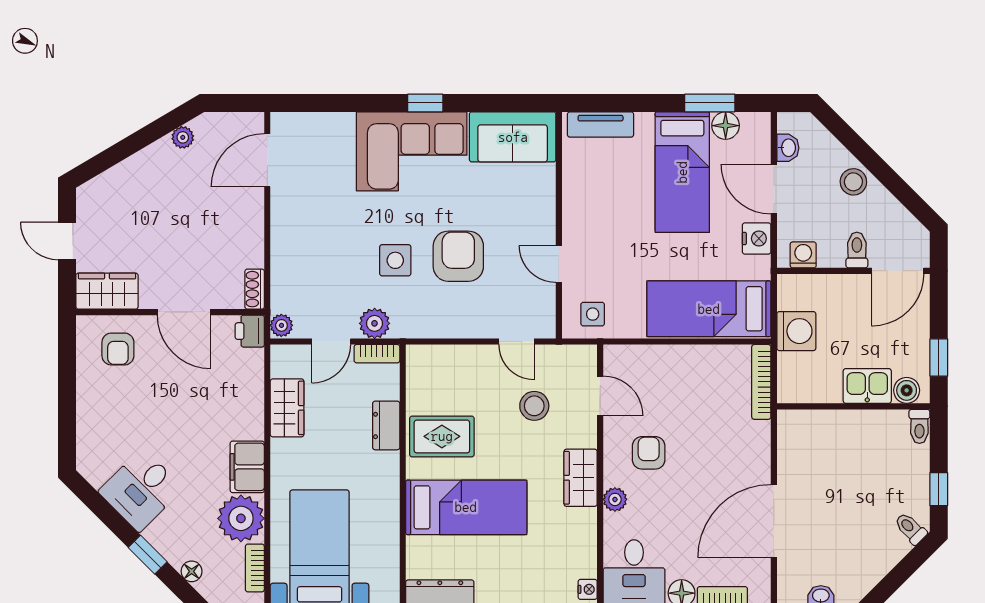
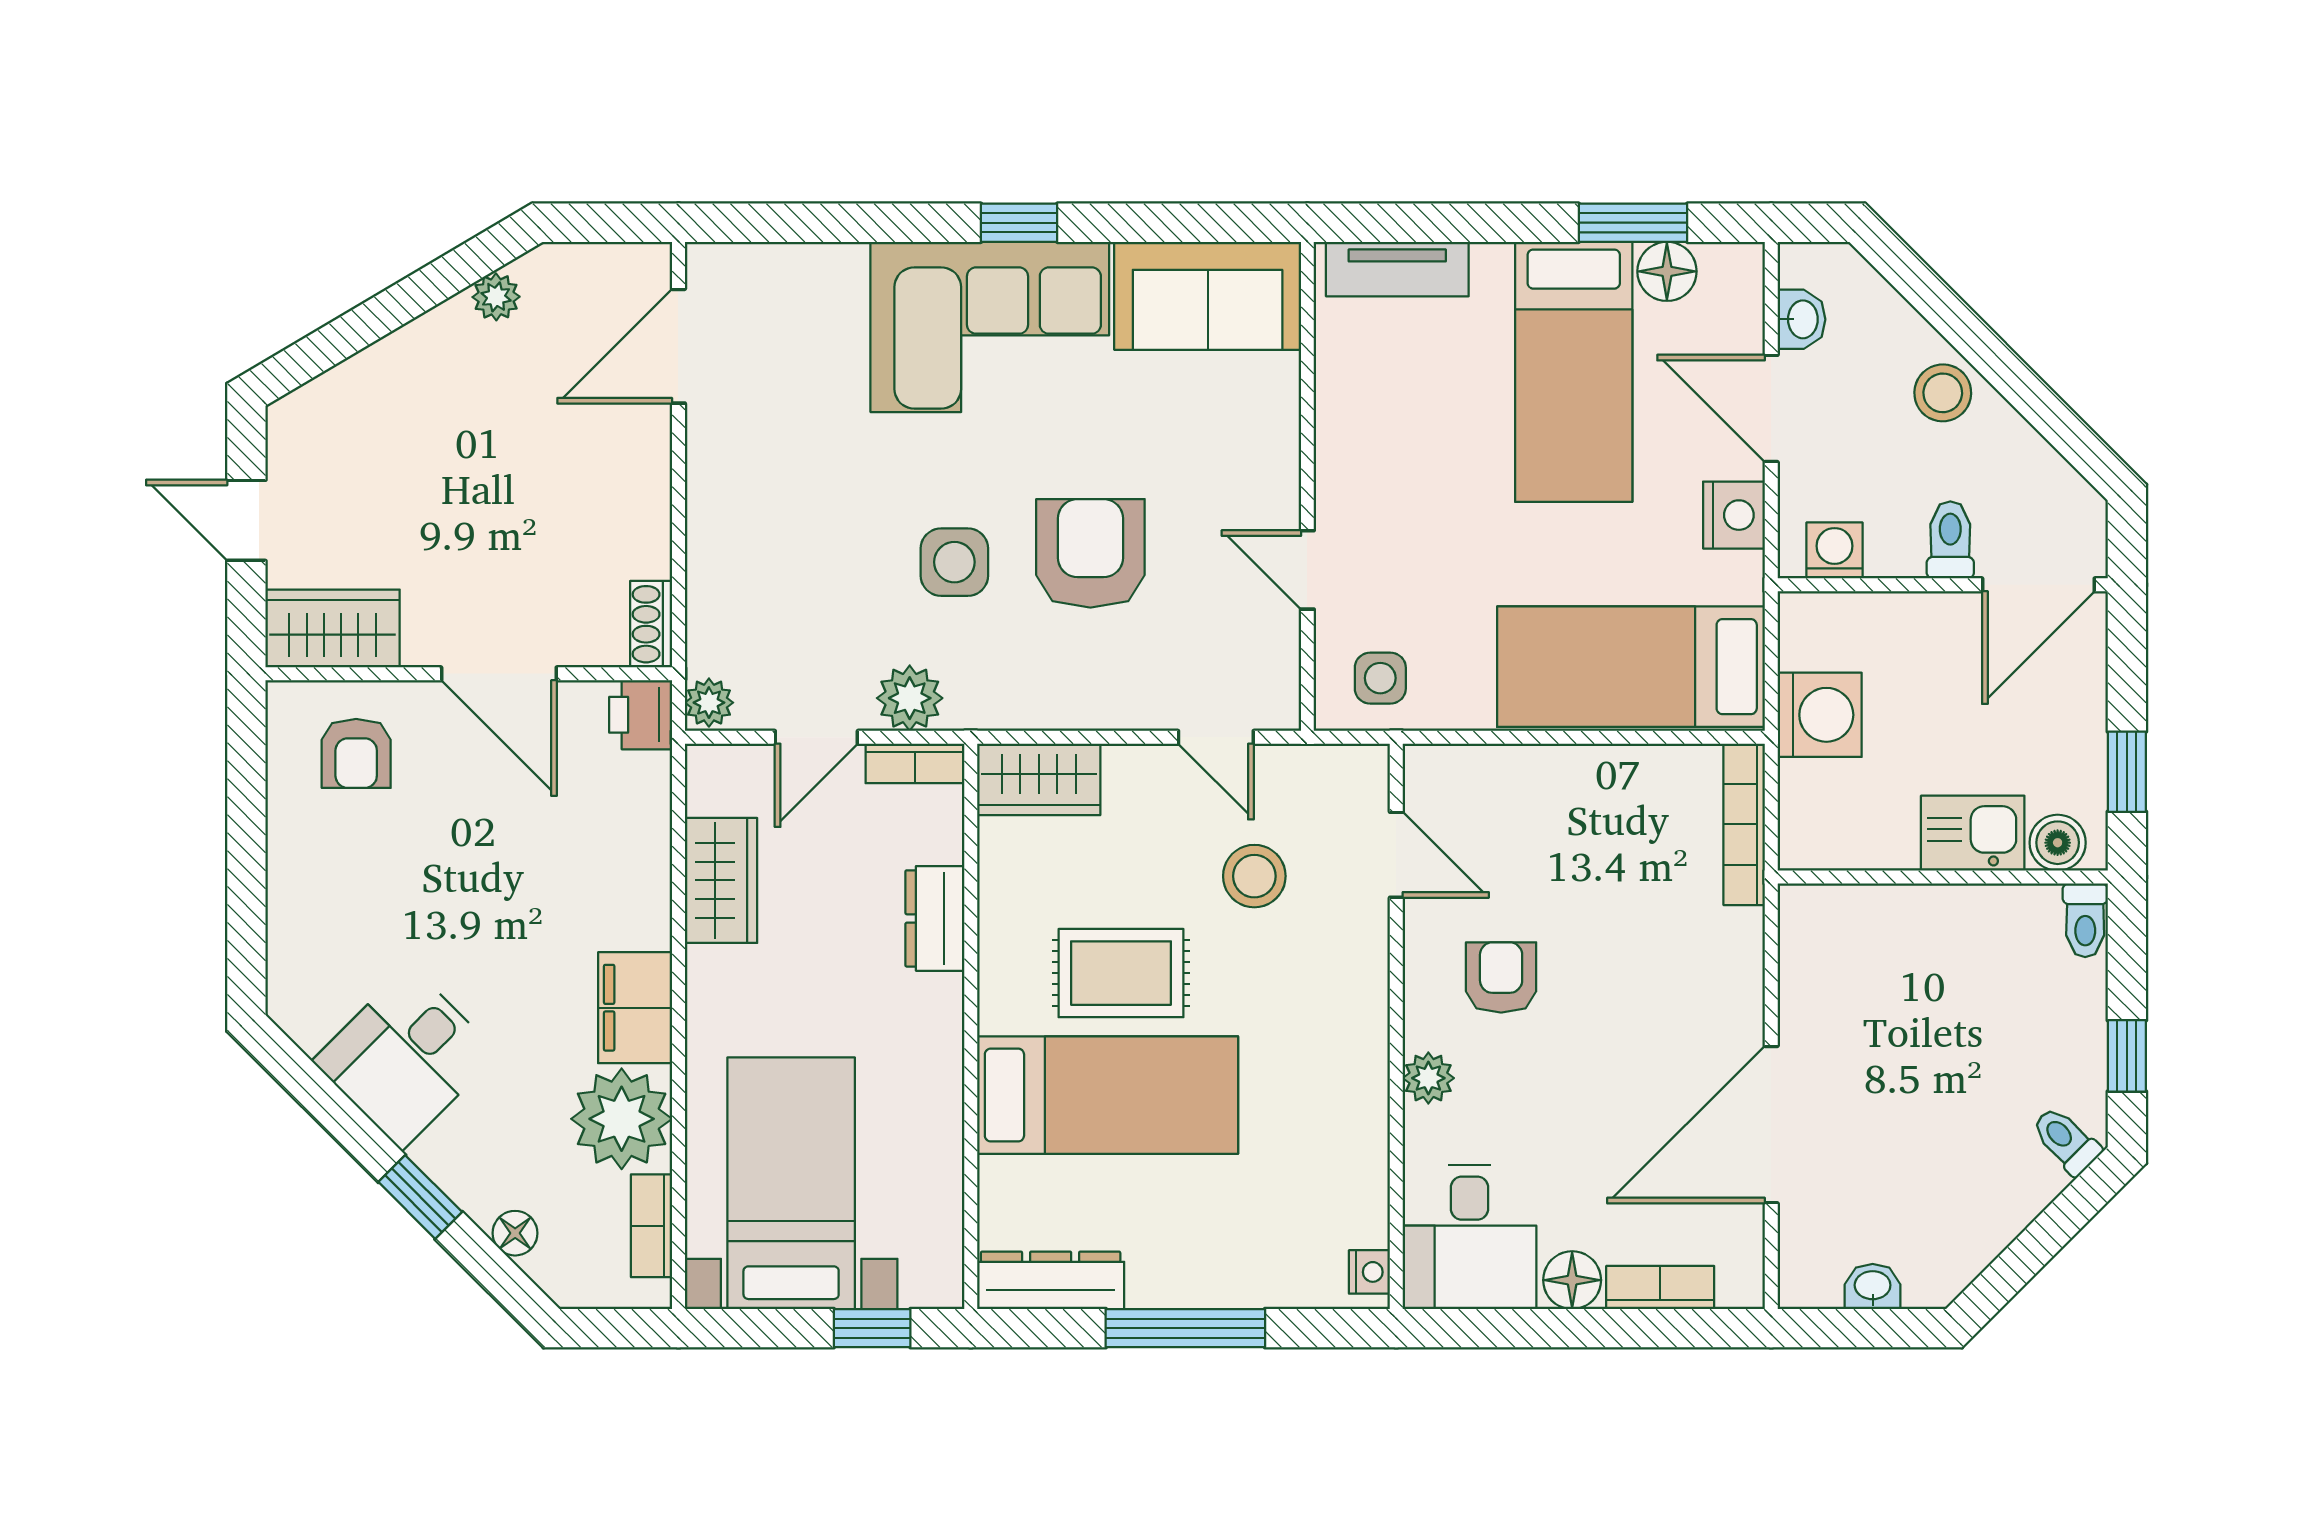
rug: (442, 436) -> (1121, 973), moved
wardrobe: (581, 478) -> (1039, 779), moved, turned -90

